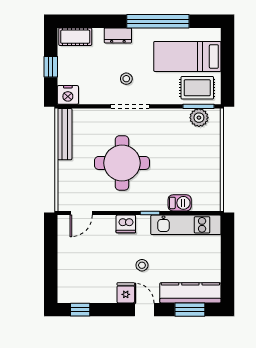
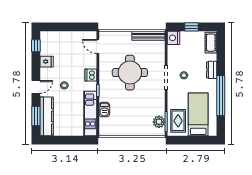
fridge: (126, 293) -> (47, 62), moved

